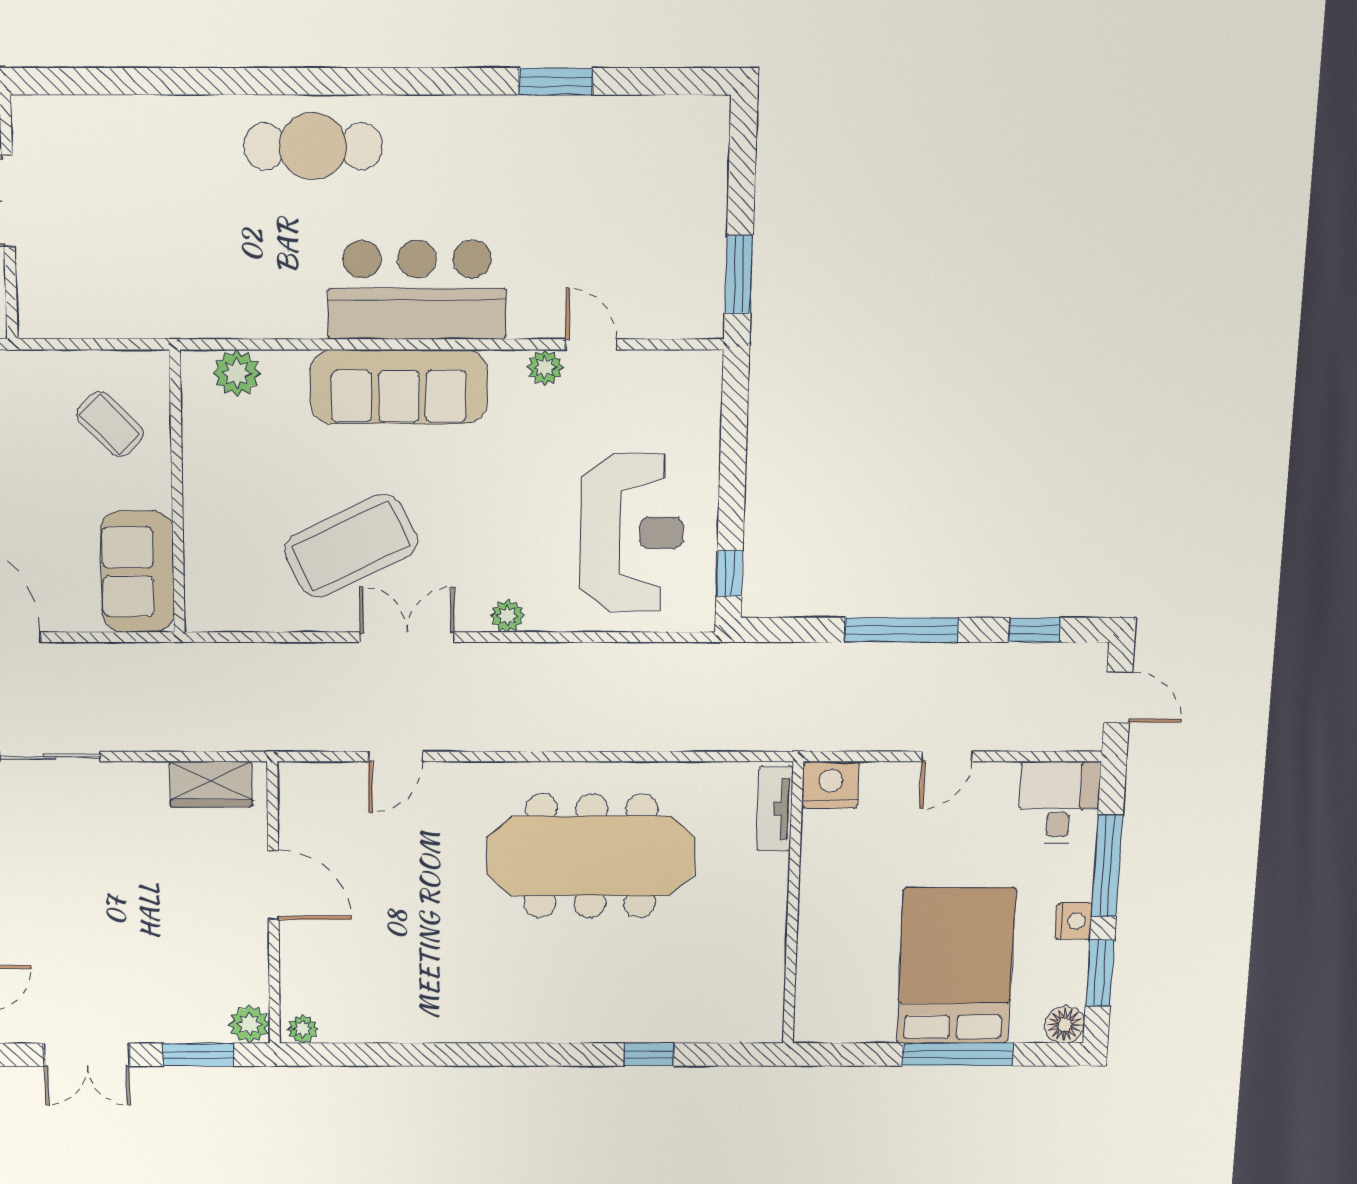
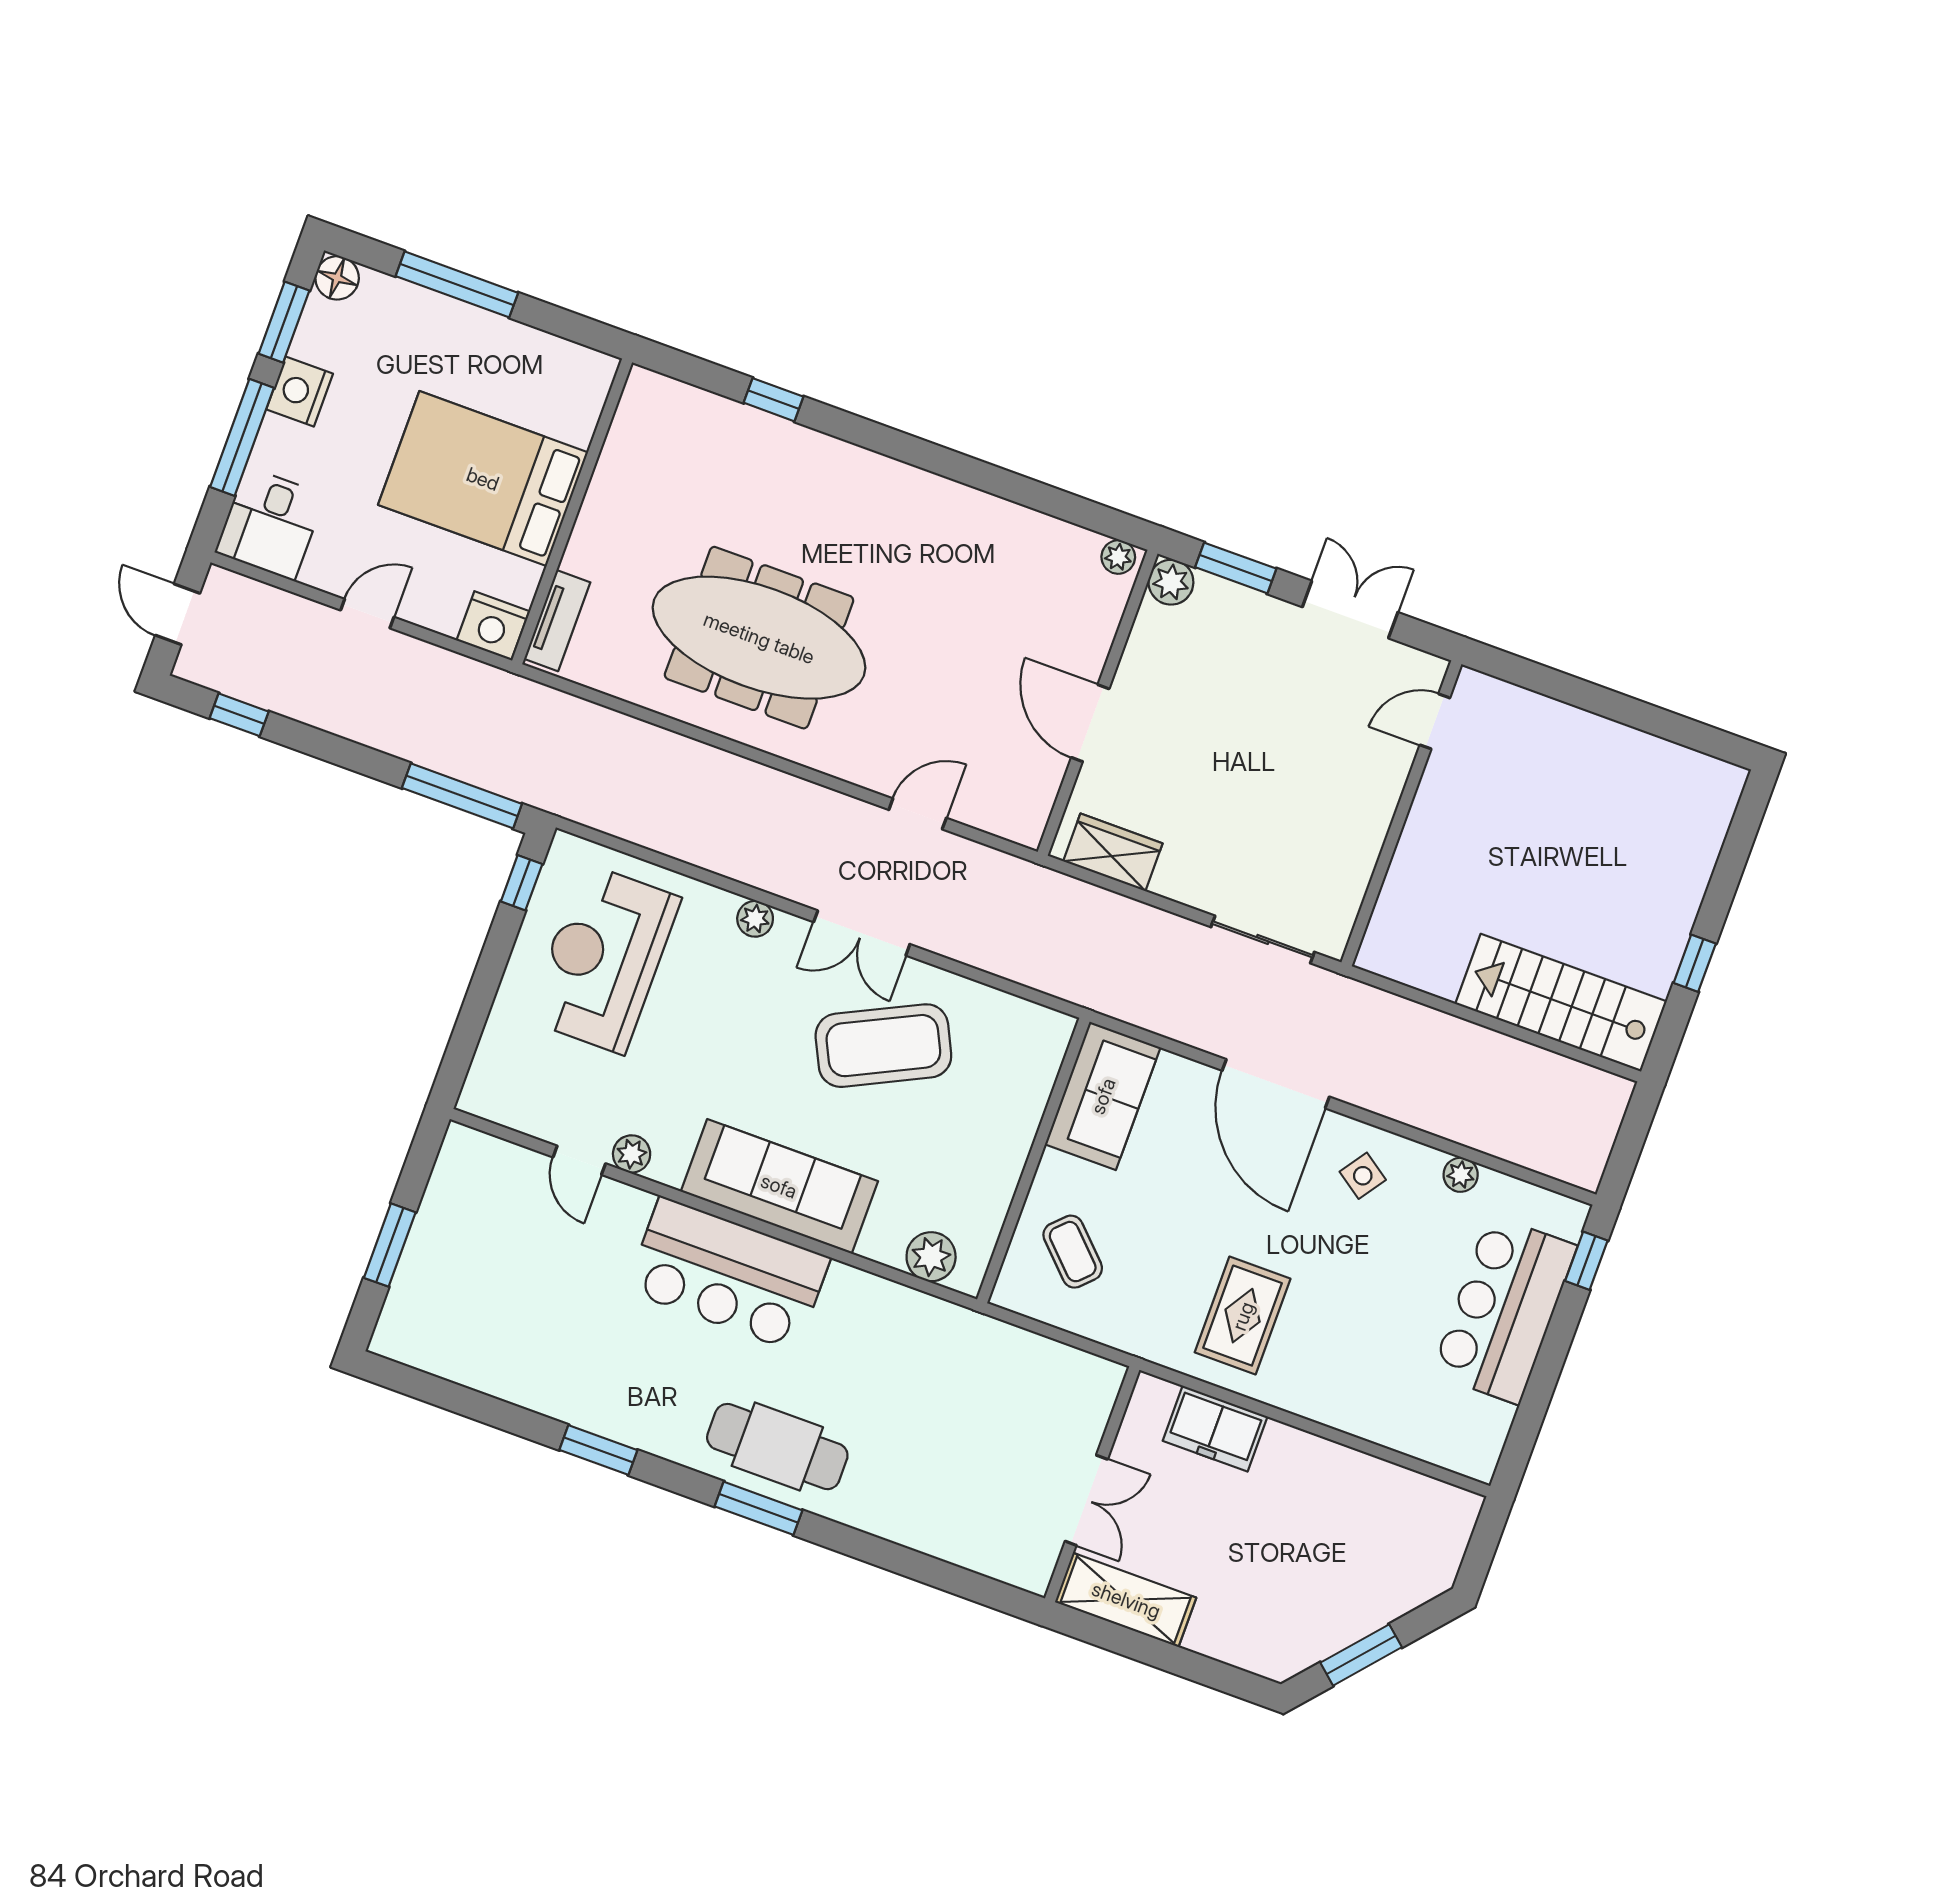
window: (309, 81) -> (759, 1508), added
window: (556, 81) -> (598, 1450), moved
window: (739, 274) -> (390, 1245), moved
window: (901, 630) -> (462, 796), moved
nightstand: (1074, 921) -> (300, 391), width x1.36, depth x1.33
bed: (956, 966) -> (483, 479), moved, turned 90

